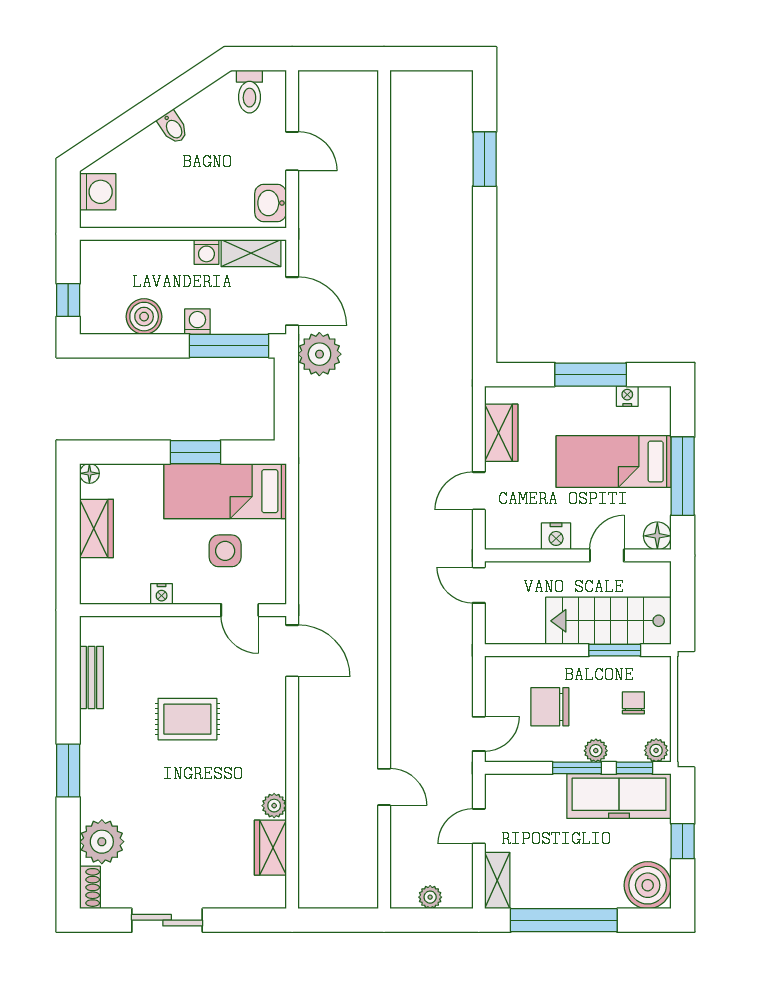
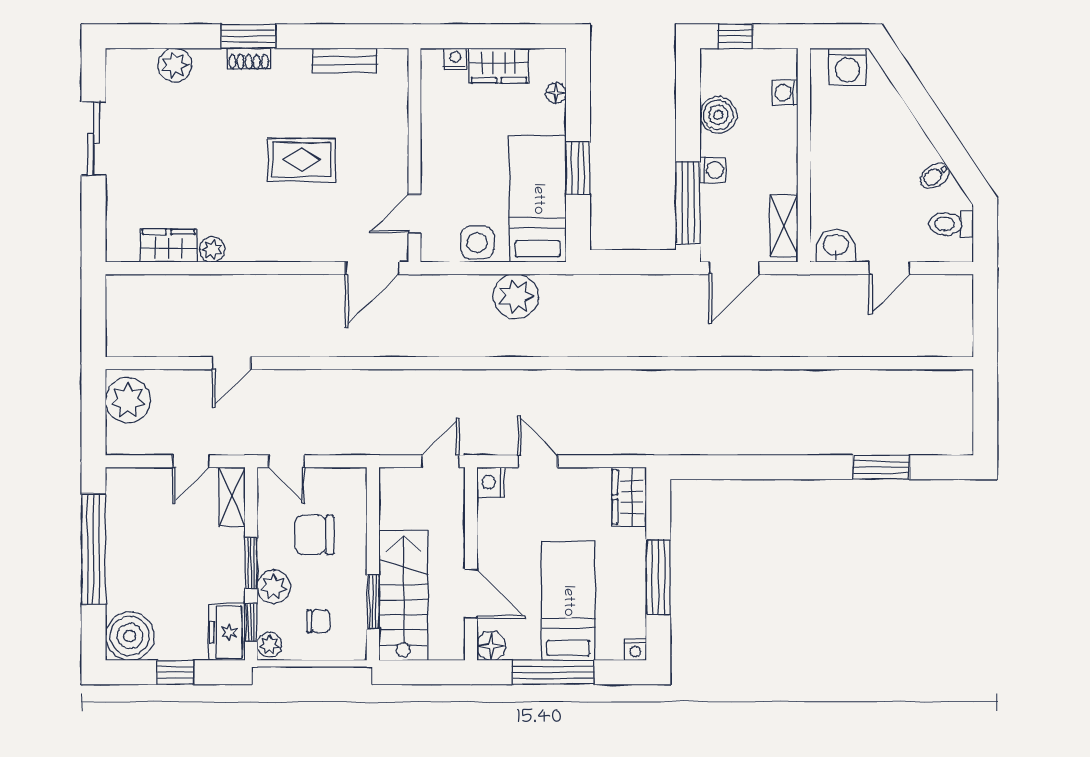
bidet: (173, 127) -> (935, 176), moved
washing machine: (206, 252) -> (785, 92), moved
plant: (319, 354) -> (516, 296), moved
nightstand: (627, 396) -> (635, 650), moved, turned 90
wardrobe: (501, 433) -> (629, 497), moved, turned 90
floor lamp: (89, 473) -> (556, 93), moved
nightstand: (556, 536) -> (491, 482), moved
side table: (225, 551) -> (477, 242), moved
door: (607, 555) -> (471, 594), width x1.38
nightstand: (162, 594) -> (455, 59), moved, turned 90
chair: (550, 707) -> (314, 535), turned -90
rug: (187, 719) -> (302, 160), turned 90
plant: (596, 751) -> (274, 587), width x1.38, depth x1.38
freezer: (619, 796) -> (227, 632), width x0.52, depth x0.79
door: (479, 826) -> (191, 461), swing flipped
plant: (102, 842) -> (175, 65), width x0.73, depth x0.73
shelving: (497, 881) -> (232, 497), moved, turned 90
shoe rack: (90, 887) -> (249, 59), moved
plant: (430, 897) -> (128, 400), width x1.88, depth x1.88

